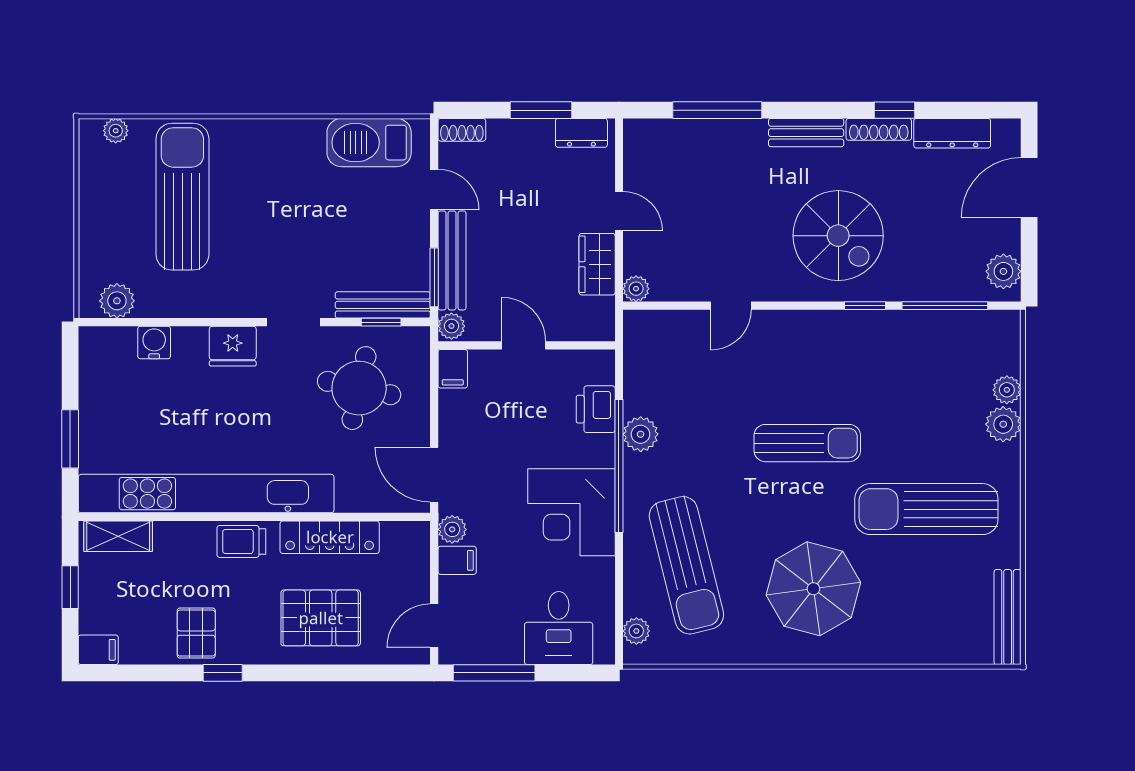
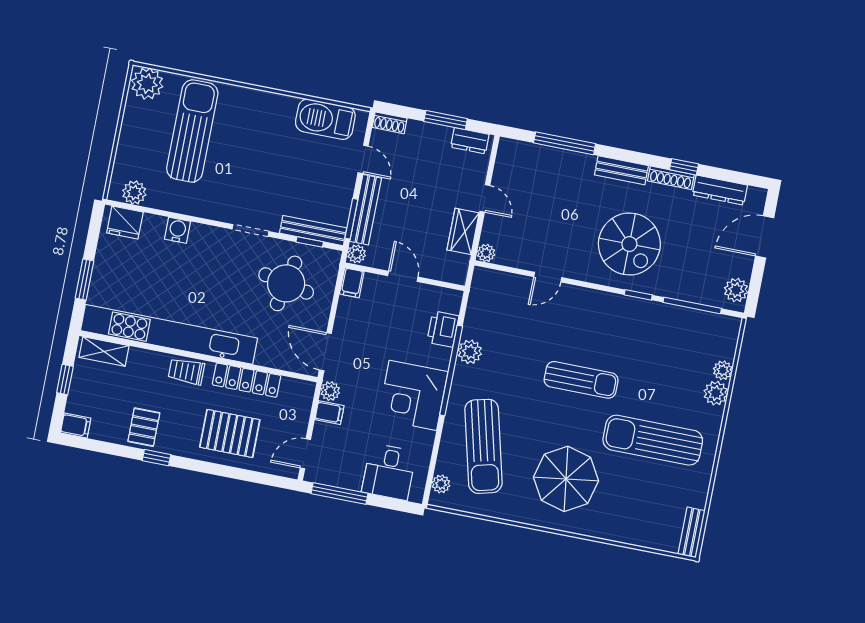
plant: (116, 131) -> (147, 84), width x1.88, depth x1.88
water cooler: (154, 343) -> (177, 230), moved
fridge: (233, 346) -> (125, 223), moved
bench: (1008, 617) -> (691, 532), width x0.73

